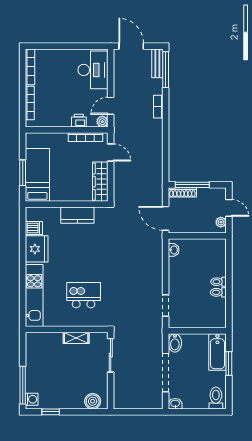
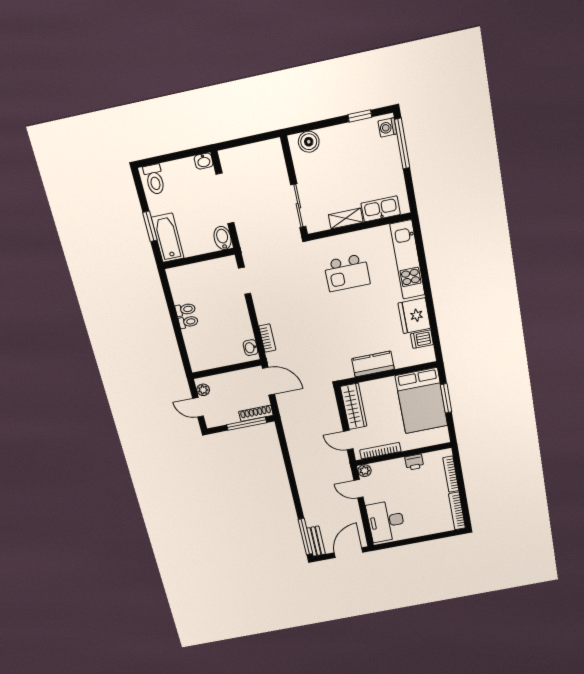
door: (131, 46) -> (349, 553), swing flipped
door: (111, 106) -> (359, 489), swing flipped
bookcase: (158, 107) -> (267, 338), moved
printer: (79, 121) -> (414, 462), moved
bed: (37, 175) -> (421, 401), width x1.50
kitchen sink: (48, 340) -> (381, 209), added

